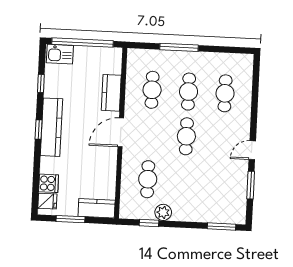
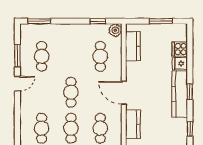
door: (121, 132) -> (124, 93), swing flipped
cafe table: (221, 183) -> (42, 56), added
fridge: (47, 201) -> (180, 63), moved
kitchen counter: (97, 208) -> (133, 46), moved, turned -90
plant: (163, 212) -> (115, 30), moved

